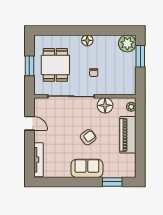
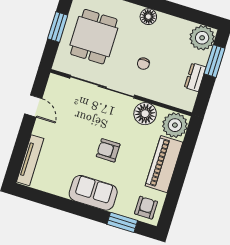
dresser: (131, 71) -> (195, 77), added
plant: (131, 107) -> (175, 125), width x1.87, depth x1.87
armchair: (88, 137) -> (108, 150), turned -144
armchair: (125, 167) -> (146, 208), added

